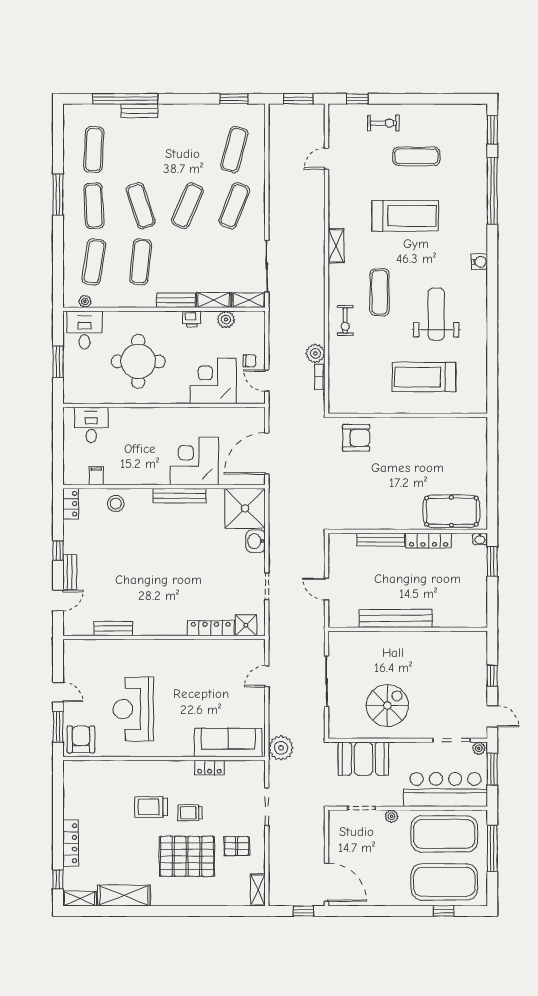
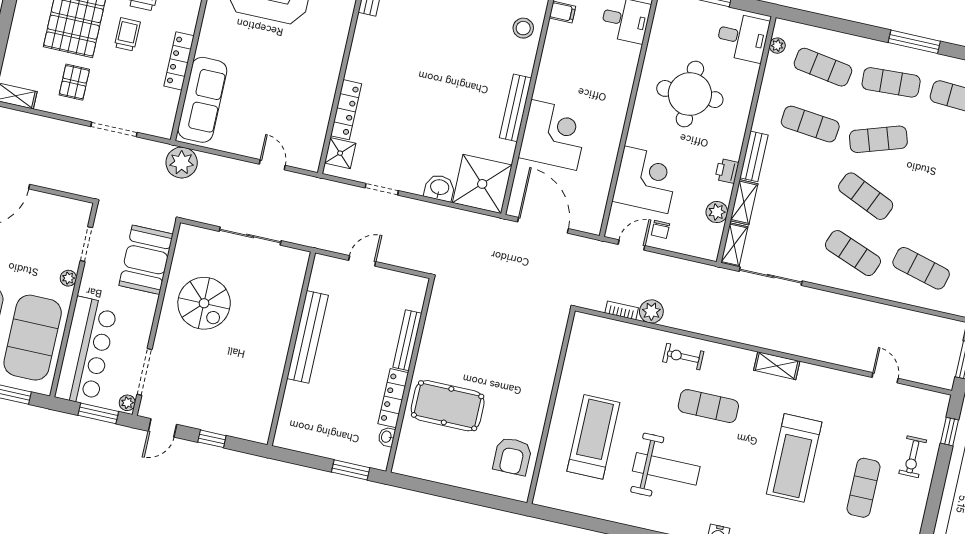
armchair: (356, 438) -> (512, 456), moved
pool table: (451, 511) -> (448, 406), moved, turned 90
washbasin: (480, 539) -> (387, 437), moved
locker: (210, 768) -> (179, 61), width x1.53

